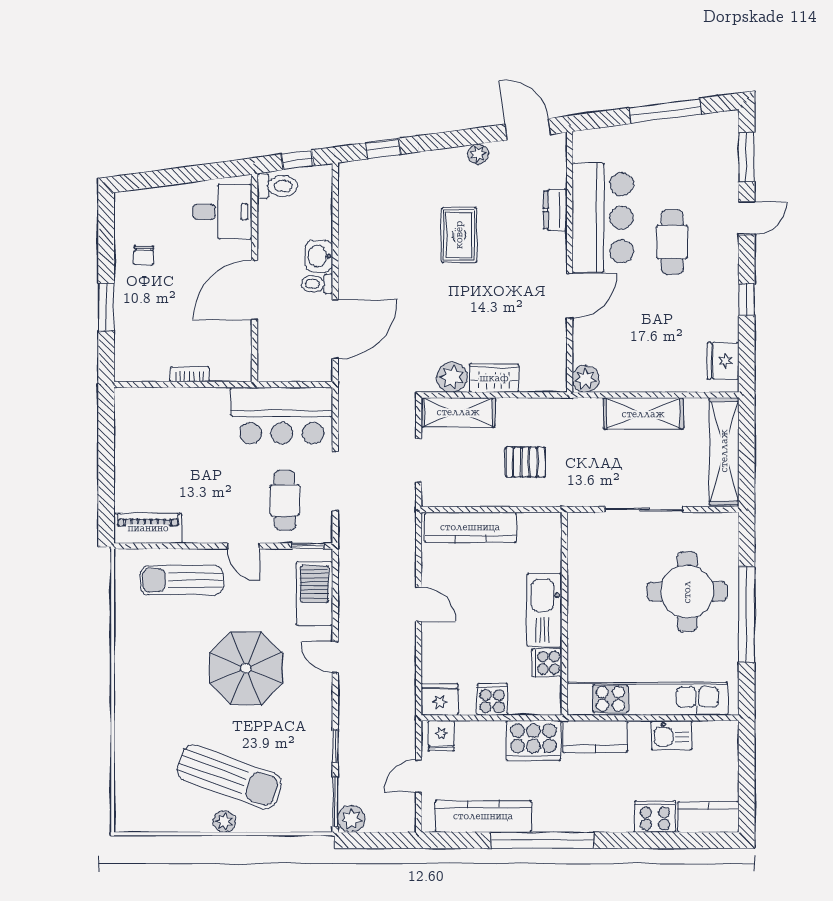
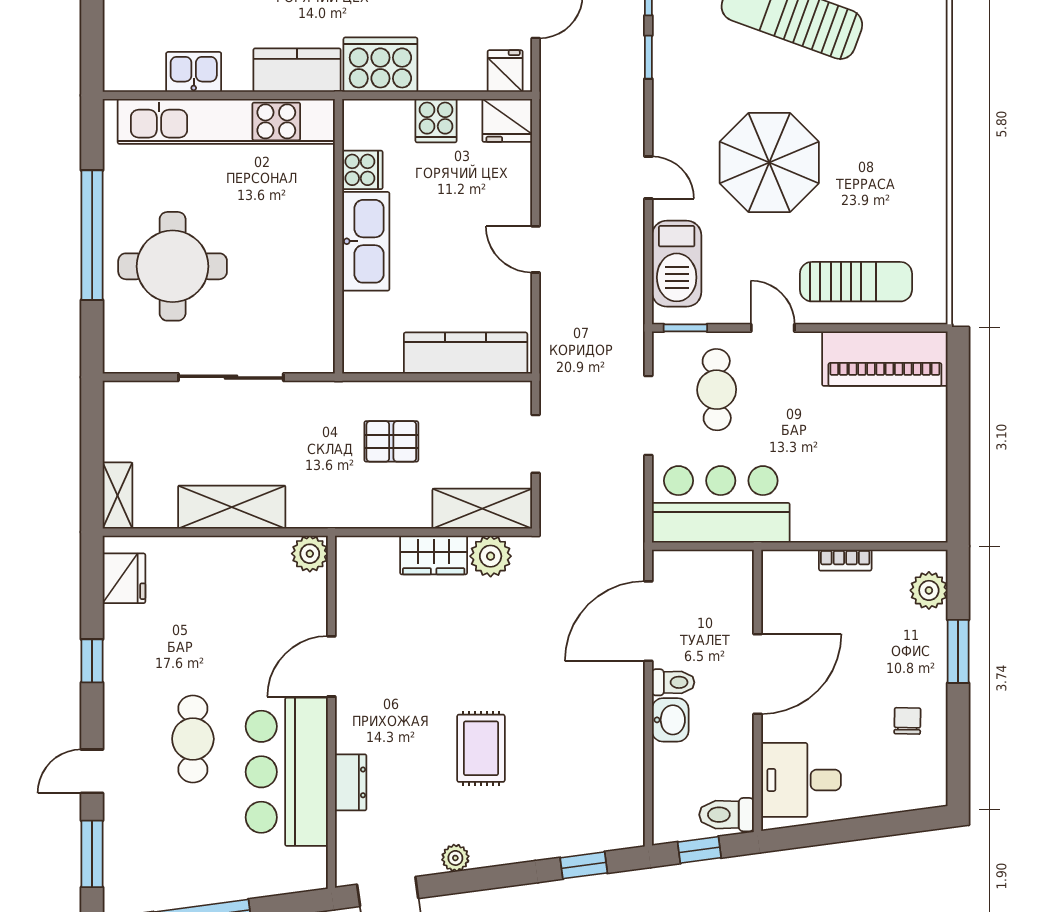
plant: (128, 352) -> (929, 590), added
shelving: (724, 451) -> (117, 495), width x0.45, depth x0.75
piano: (148, 528) -> (885, 359), width x1.37, depth x1.33

